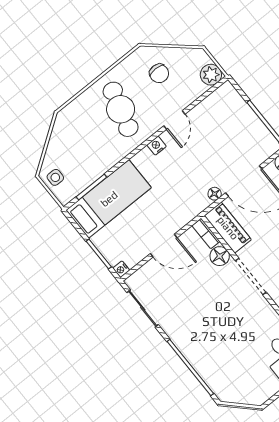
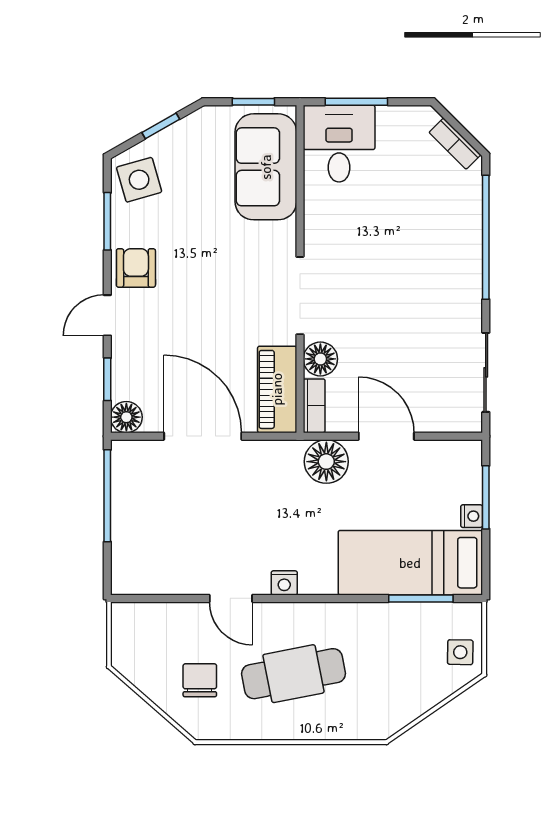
plant: (211, 75) -> (129, 621), removed
cafe table: (121, 109) -> (293, 674), turned 63
door: (174, 120) -> (231, 598), swing flipped
floor lamp: (215, 194) -> (326, 462), moved, width x1.89, depth x1.89
nightstand: (121, 269) -> (472, 516), moved
bookcase: (237, 398) -> (455, 144), added

